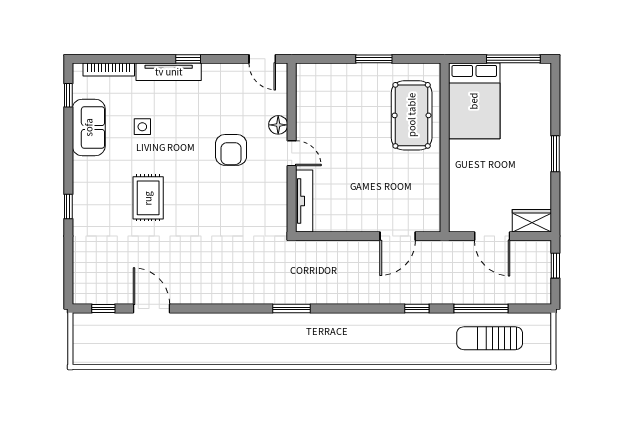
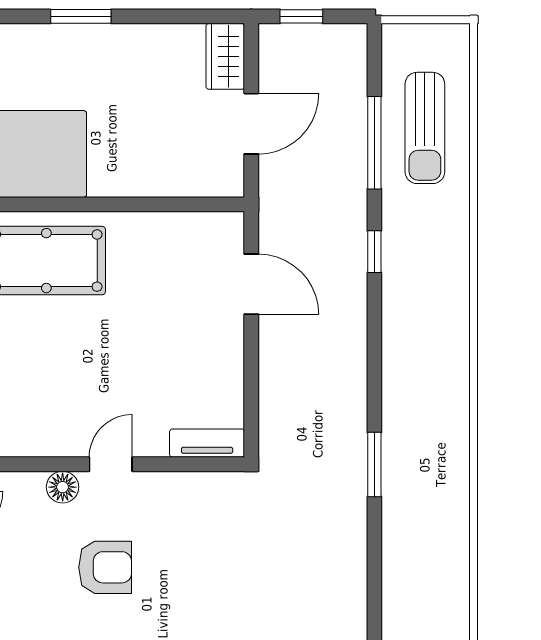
window: (555, 154) -> (81, 16), moved
tv unit: (304, 201) -> (207, 443), width x0.71

